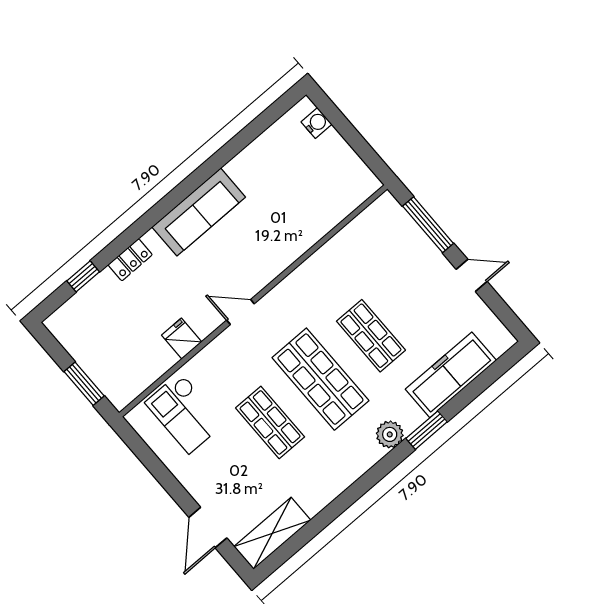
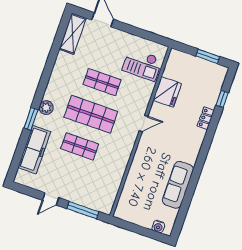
sofa: (199, 212) -> (178, 185), moved
fridge: (182, 339) -> (167, 92), width x1.88, depth x1.34
window: (84, 384) -> (208, 56), moved
checkout: (185, 413) -> (142, 64), turned 180

